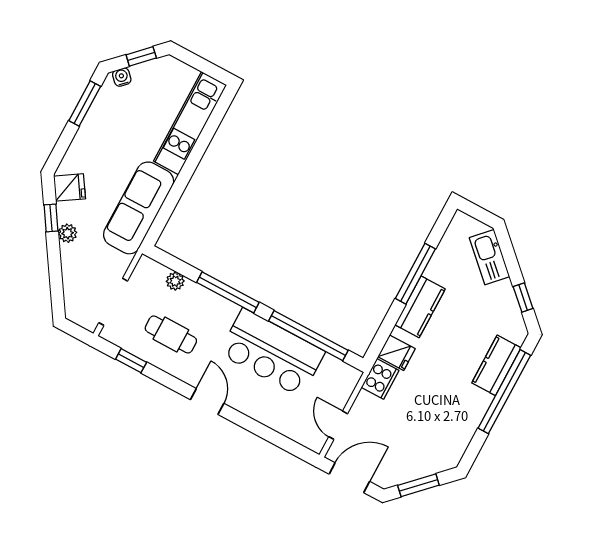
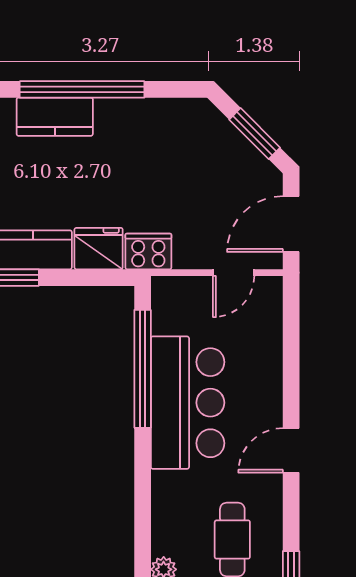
window: (228, 292) -> (143, 497), removed
fridge: (397, 353) -> (99, 249), width x1.38
door: (349, 478) -> (291, 224), hinge flipped

